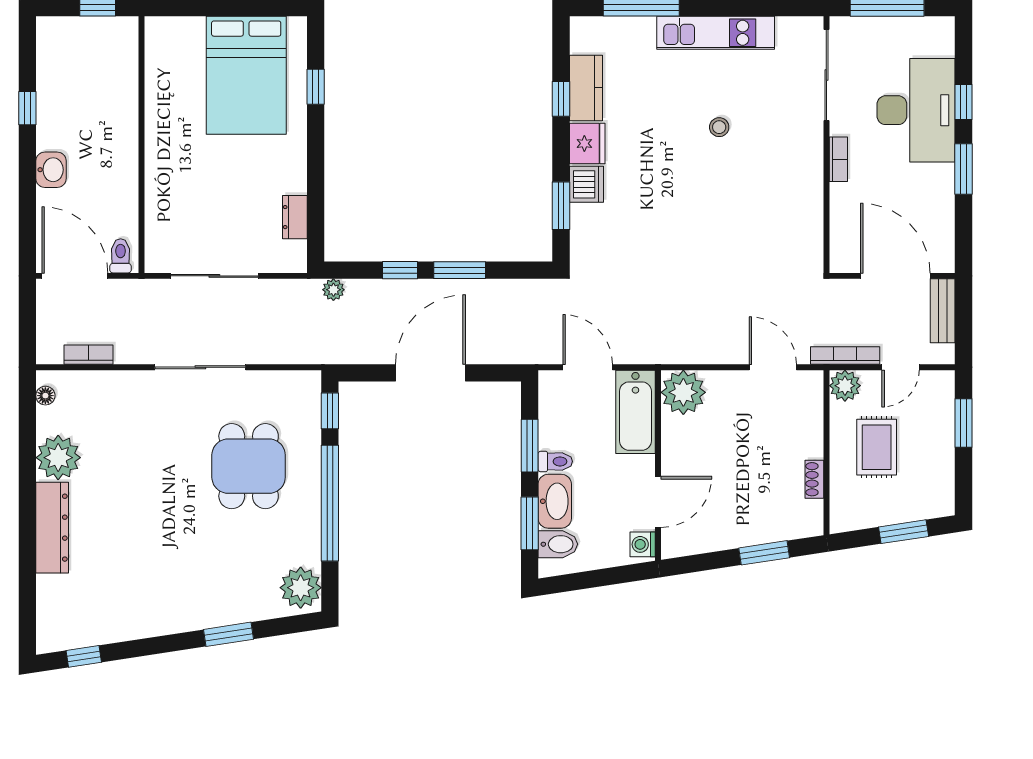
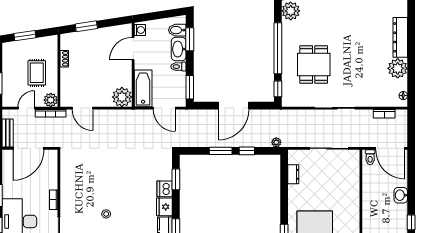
door: (895, 276) -> (29, 148), hinge flipped
window: (530, 446) -> (190, 87), moved

